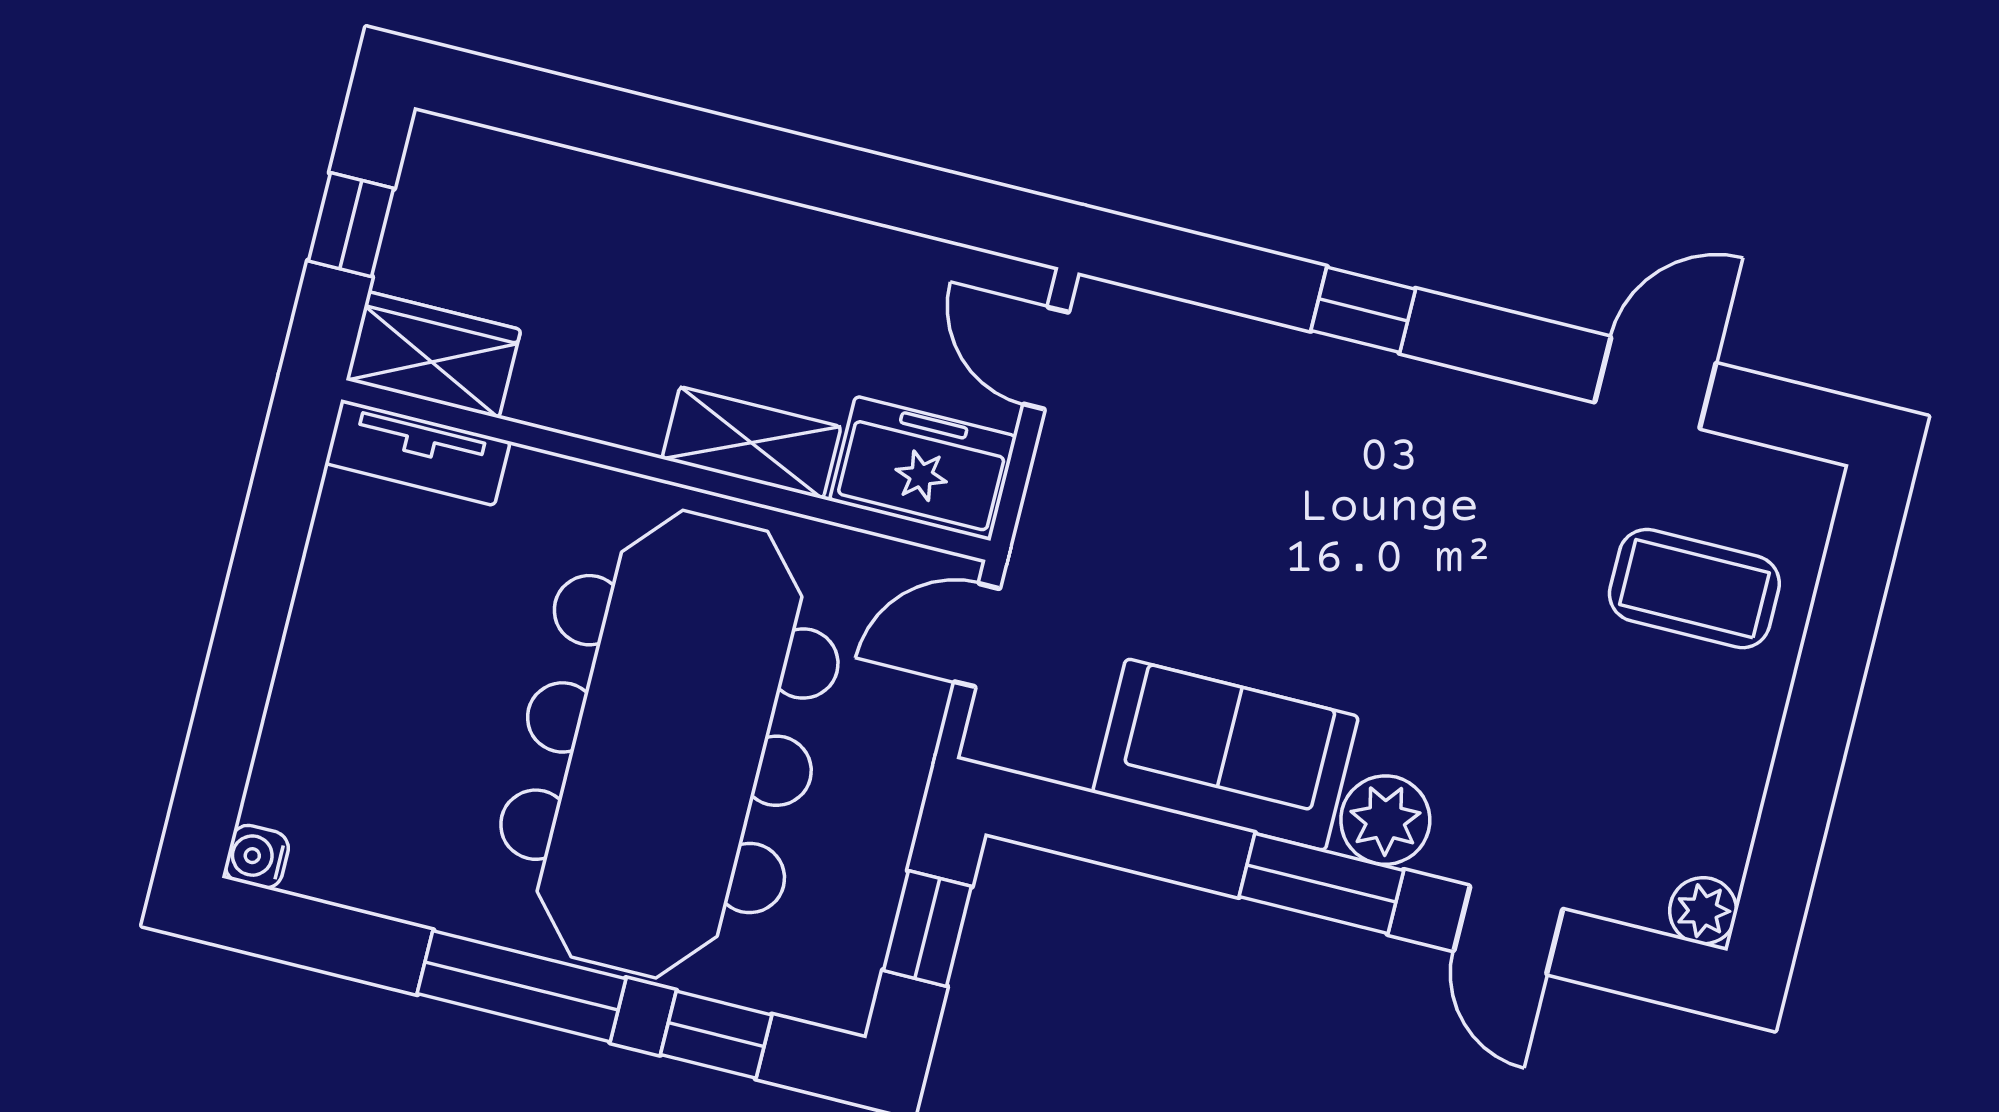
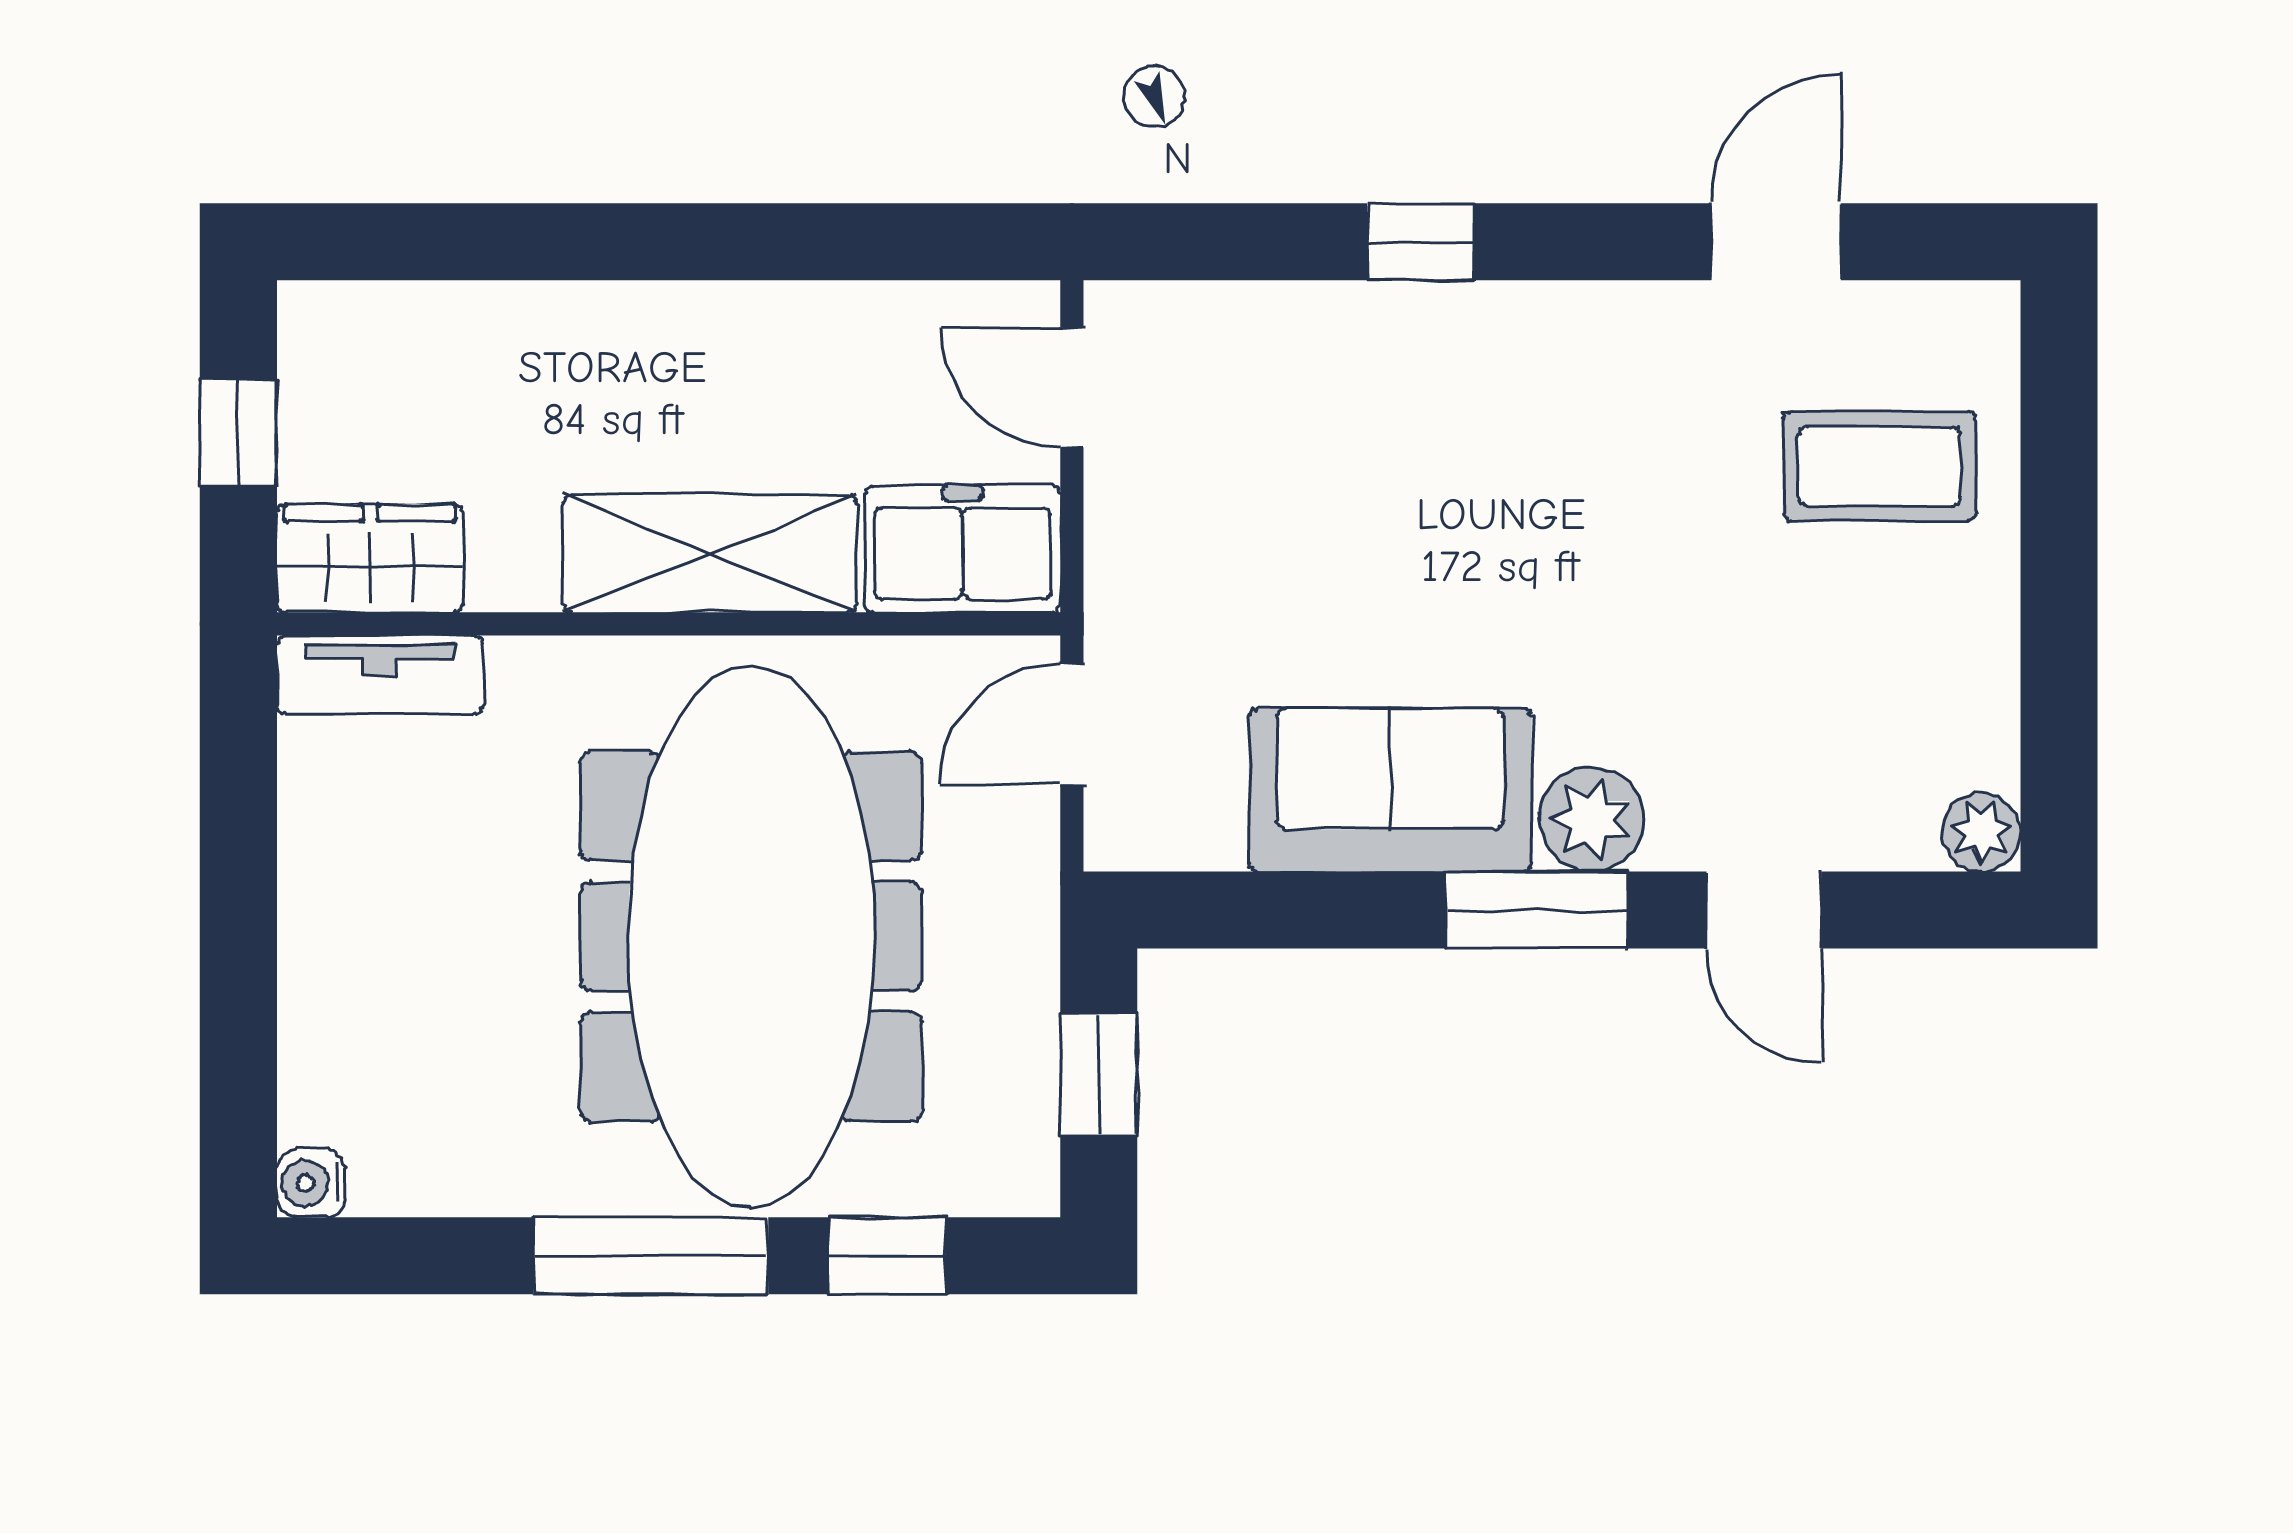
shelving: (751, 443) -> (710, 554), width x1.50, depth x1.33

